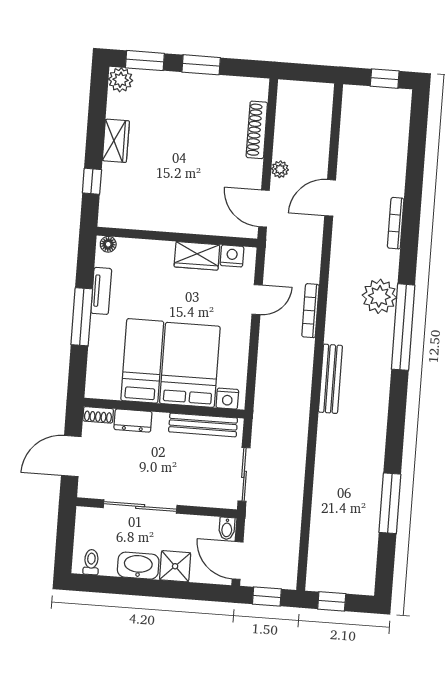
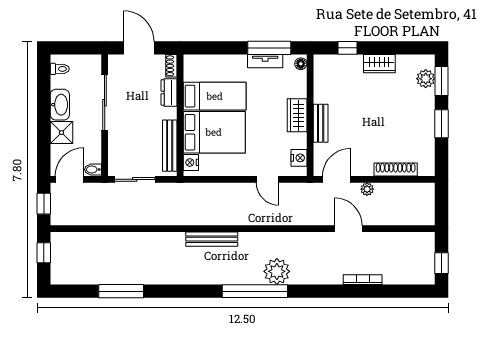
plant: (121, 80) -> (426, 79), moved
bookcase: (396, 223) -> (363, 280), moved
bench: (188, 224) -> (321, 123), added
wardrobe: (197, 256) -> (297, 115), moved
bookcase: (310, 311) -> (262, 220), removed
window: (82, 317) -> (269, 48), moved

